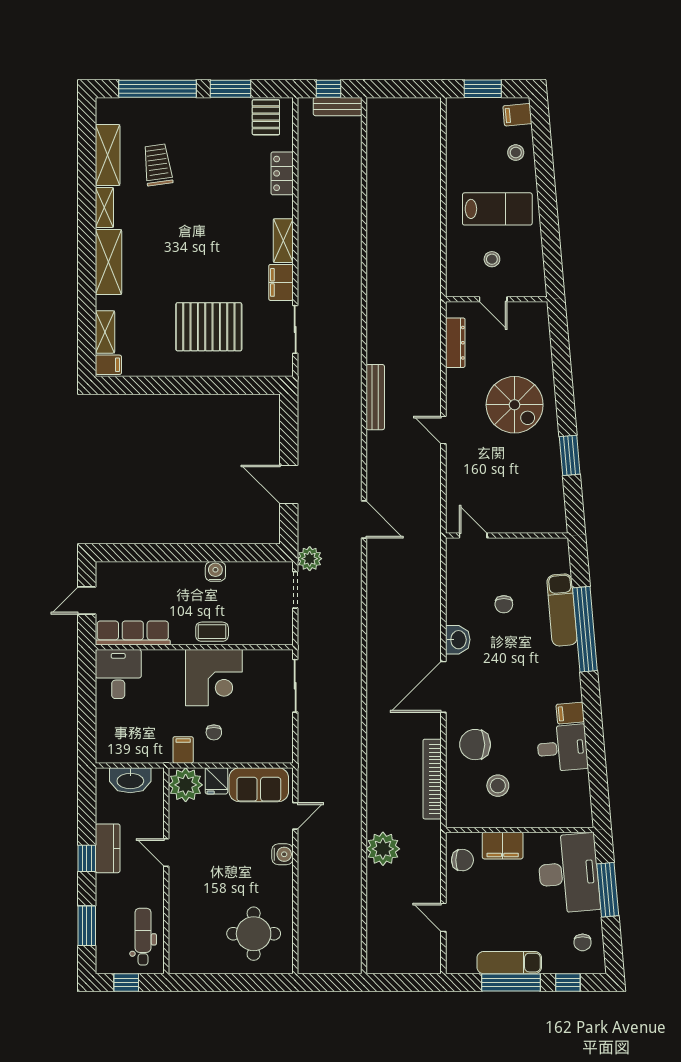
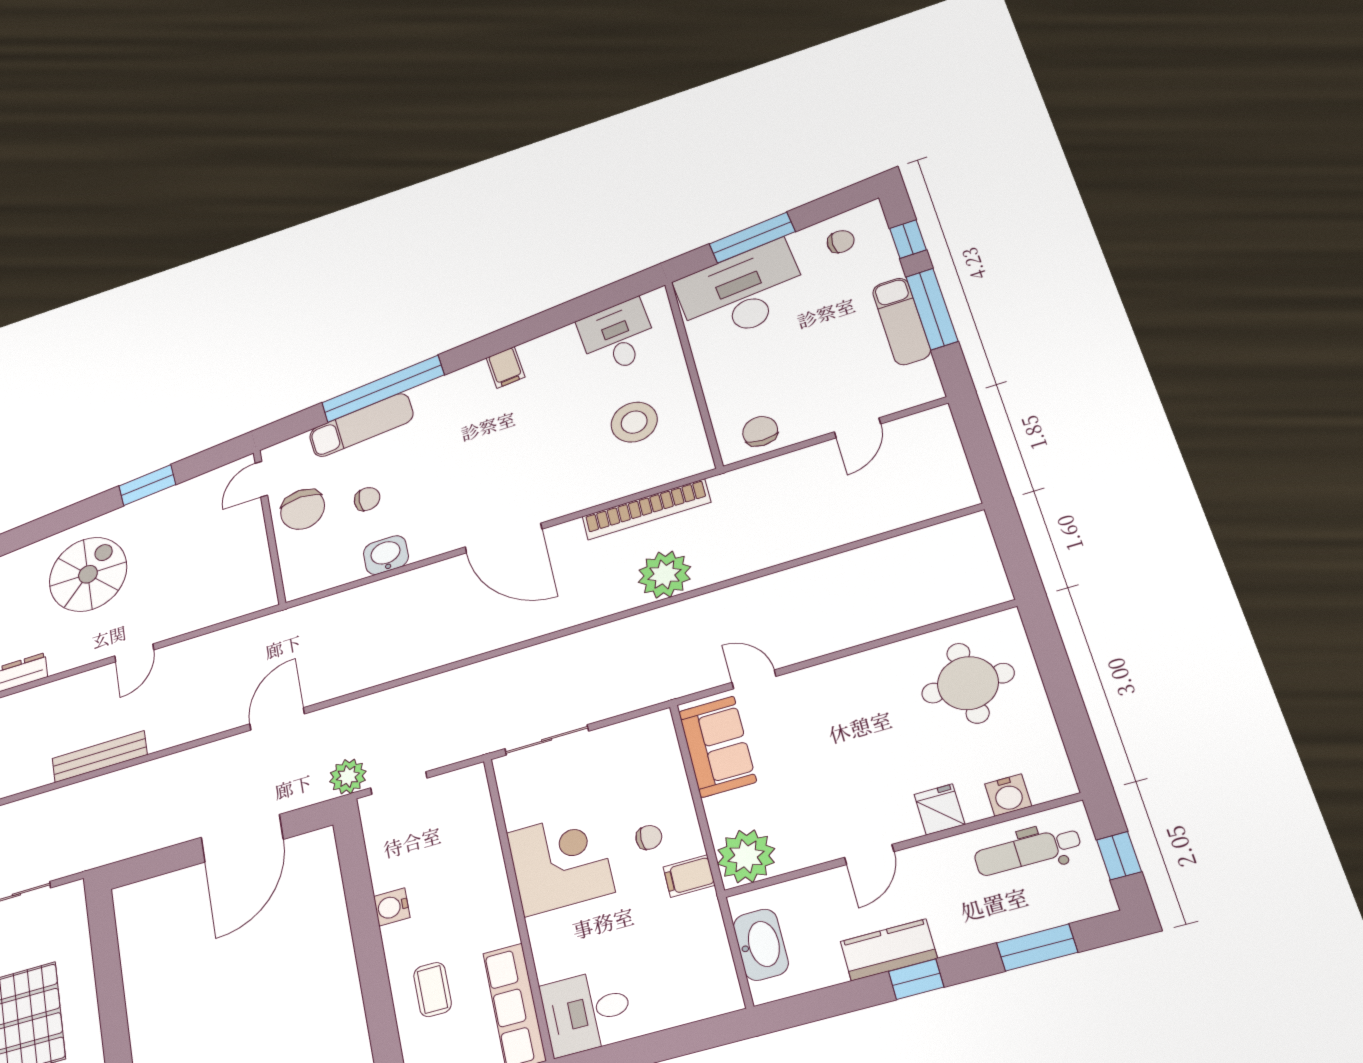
door: (289, 484) -> (242, 838), width x1.36
door: (473, 536) -> (261, 479), moved
coffee table: (212, 632) -> (432, 990), moved
washbasin: (458, 640) -> (386, 555), moved
chair: (475, 745) -> (303, 509), moved
desk: (562, 748) -> (618, 336), moved
fridge: (216, 781) -> (939, 809), moved, turned -90
stool: (498, 786) -> (634, 422), width x1.38, depth x1.38
filing cabinet: (503, 846) -> (723, 387), removed
plant: (383, 849) -> (664, 575), moved
water cooler: (283, 854) -> (1008, 795), moved, turned 180

